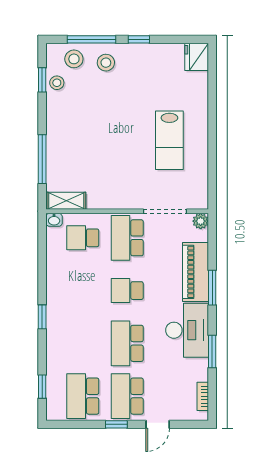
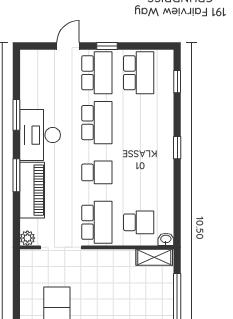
bookcase: (203, 396) -> (25, 73), removed

